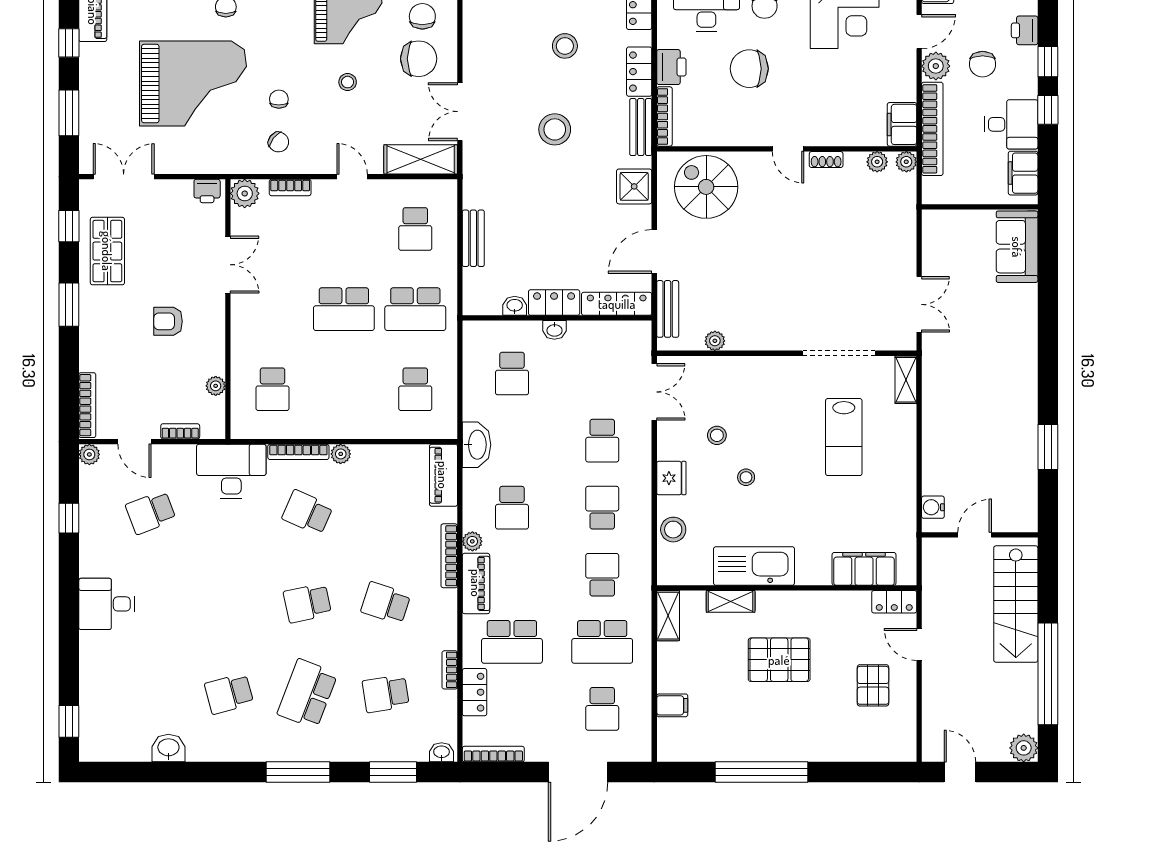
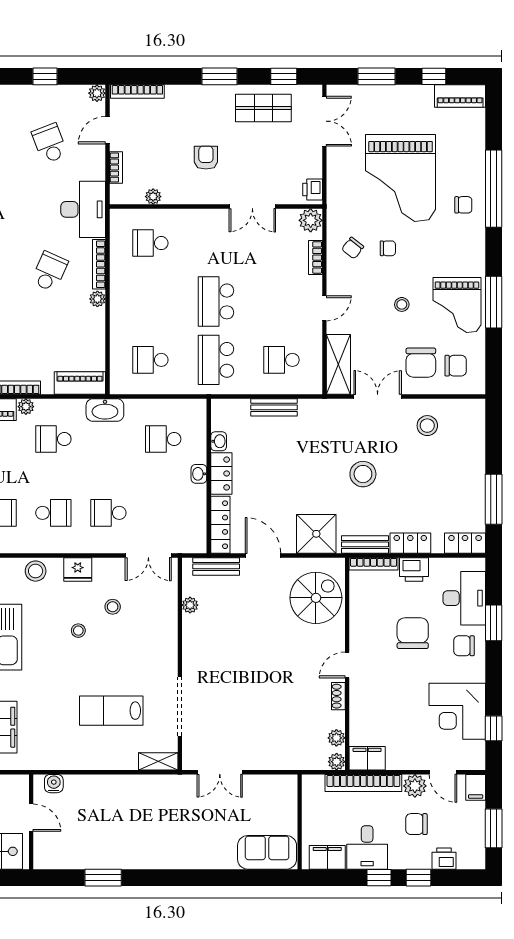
stool: (565, 46) -> (427, 426), moved
shower: (634, 186) -> (316, 534), width x1.36, depth x1.36

